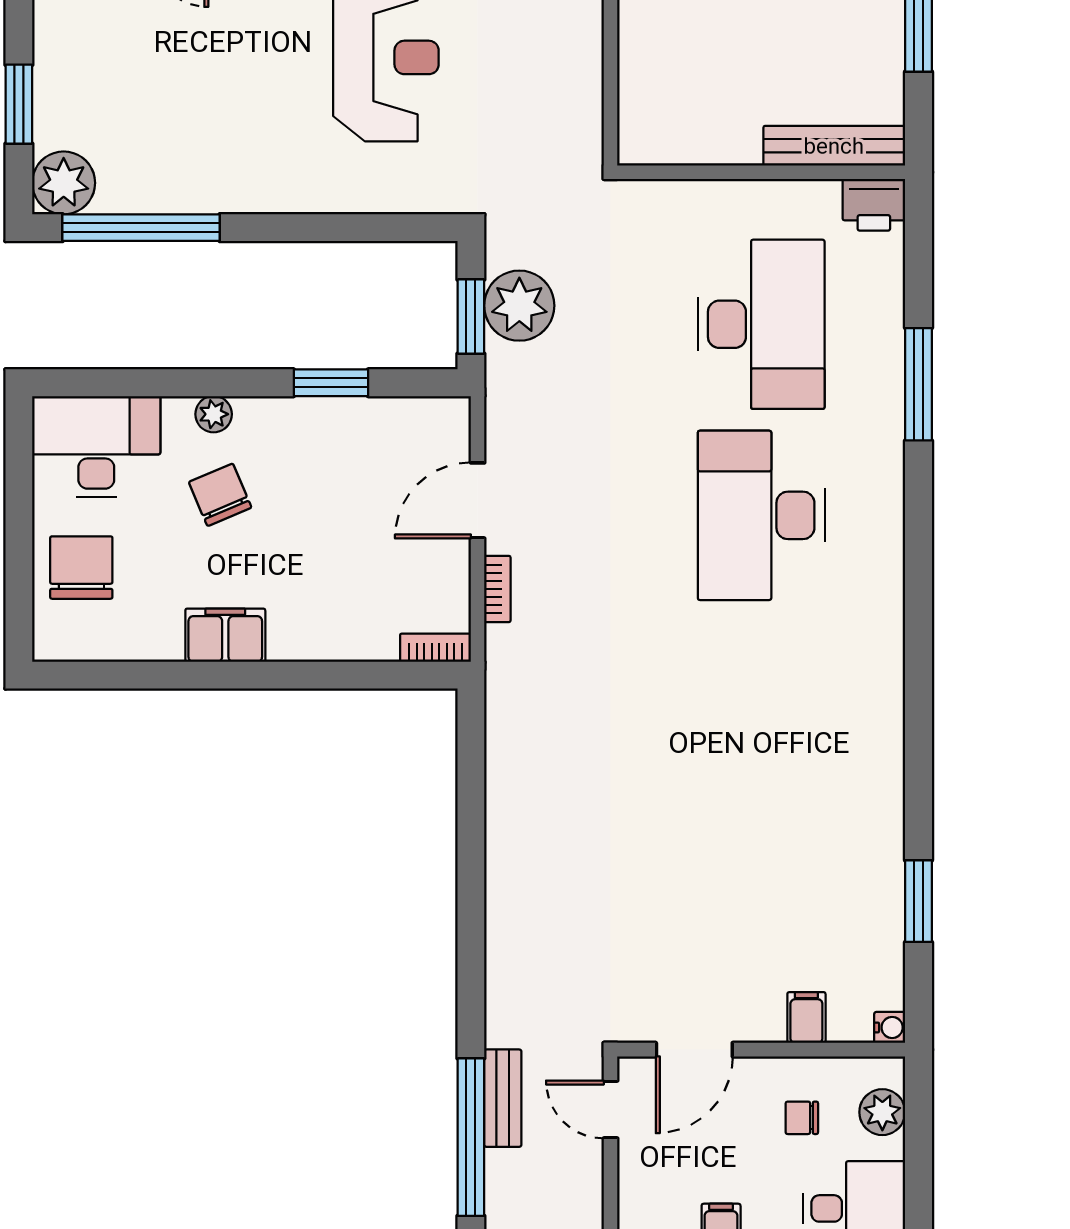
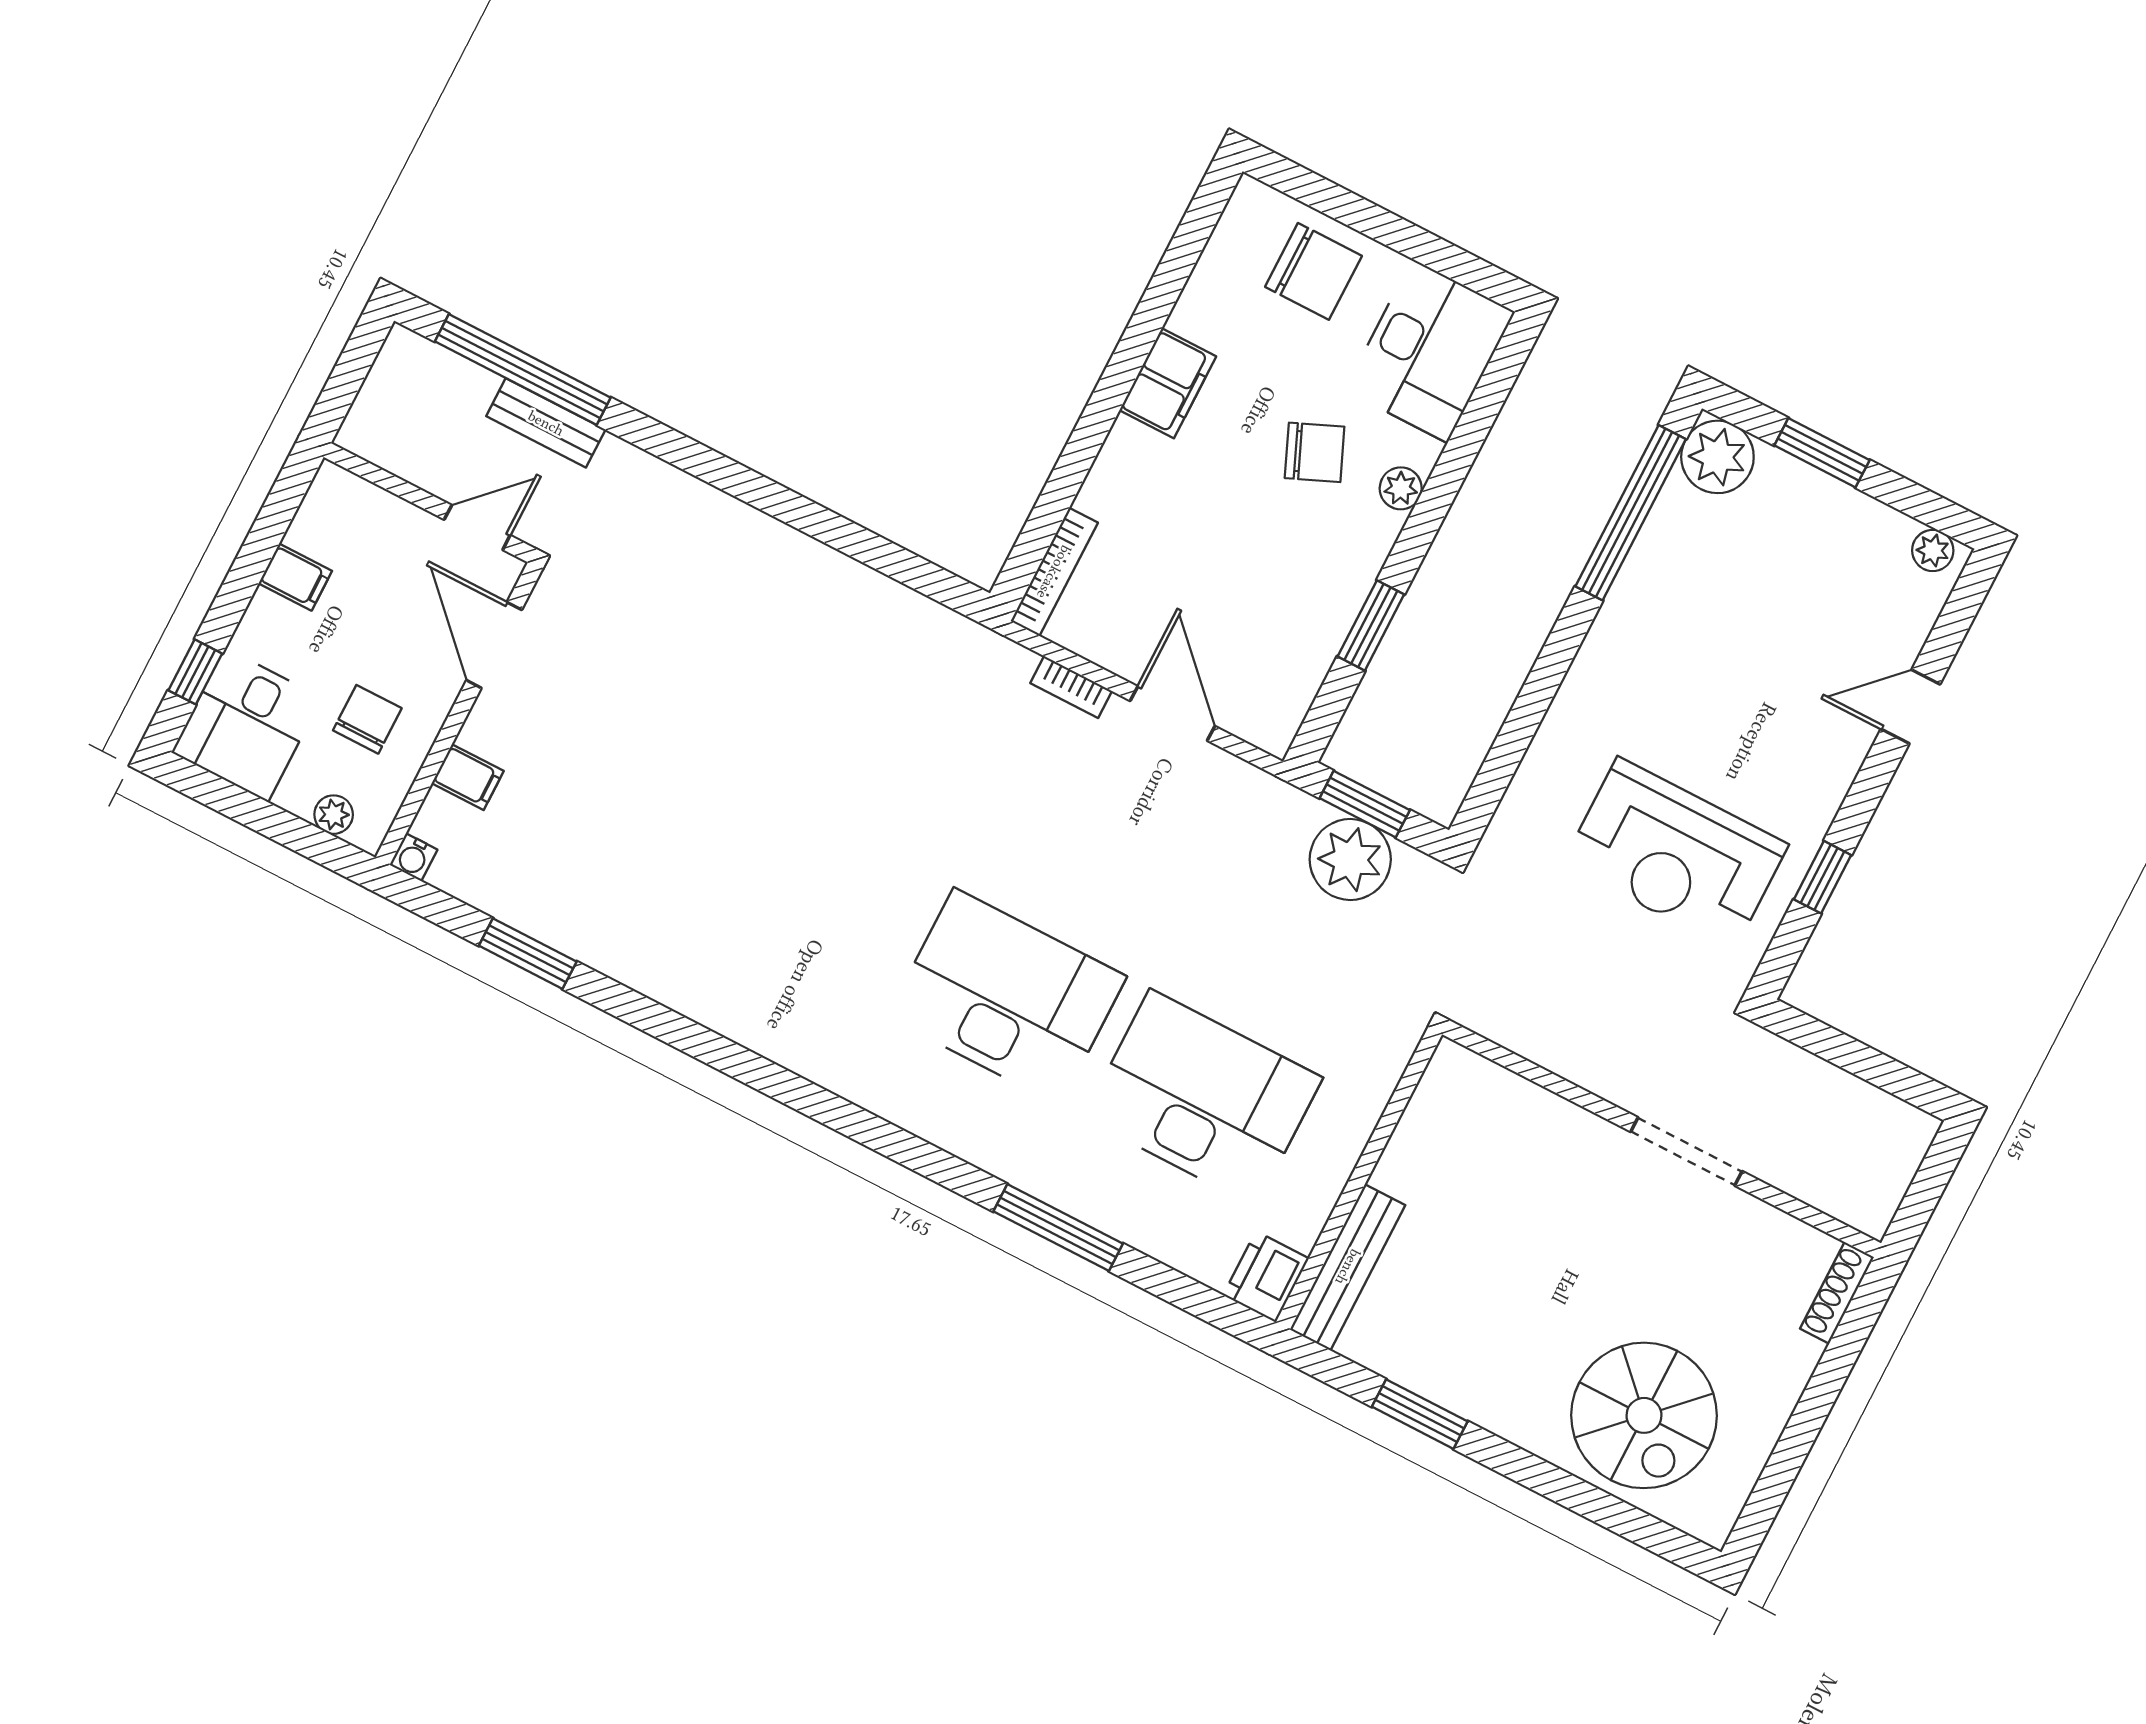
desk: (761, 324) -> (1203, 1098), turned 180
bookcase: (435, 648) -> (1054, 572), width x1.56
plant: (882, 1112) -> (334, 815), width x0.73, depth x0.73
chair: (802, 1118) -> (367, 719), width x1.37, depth x1.37

